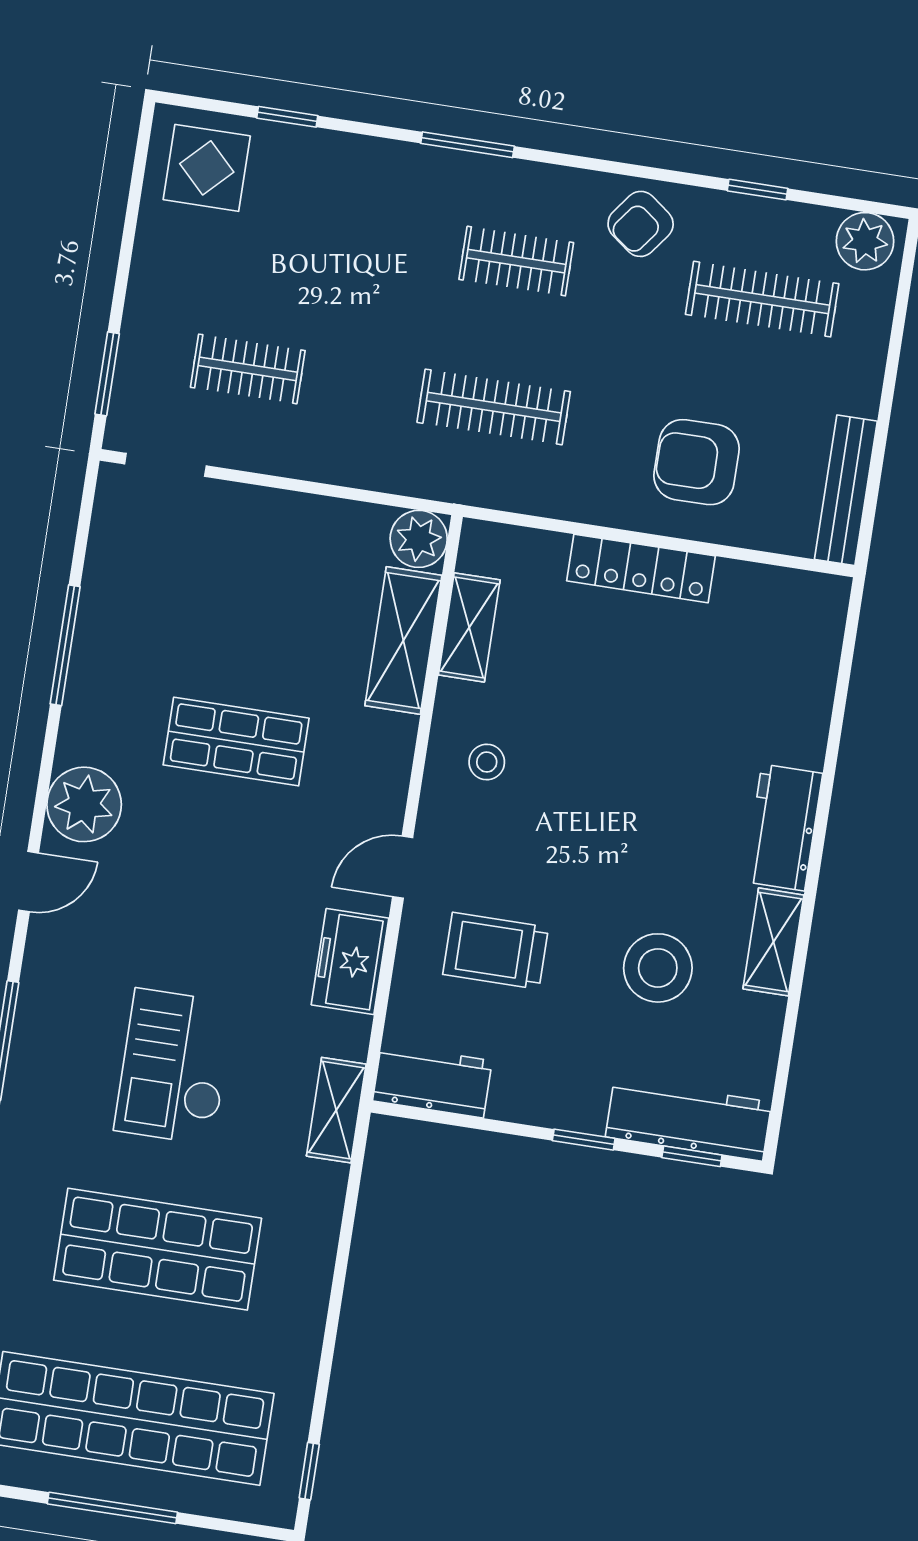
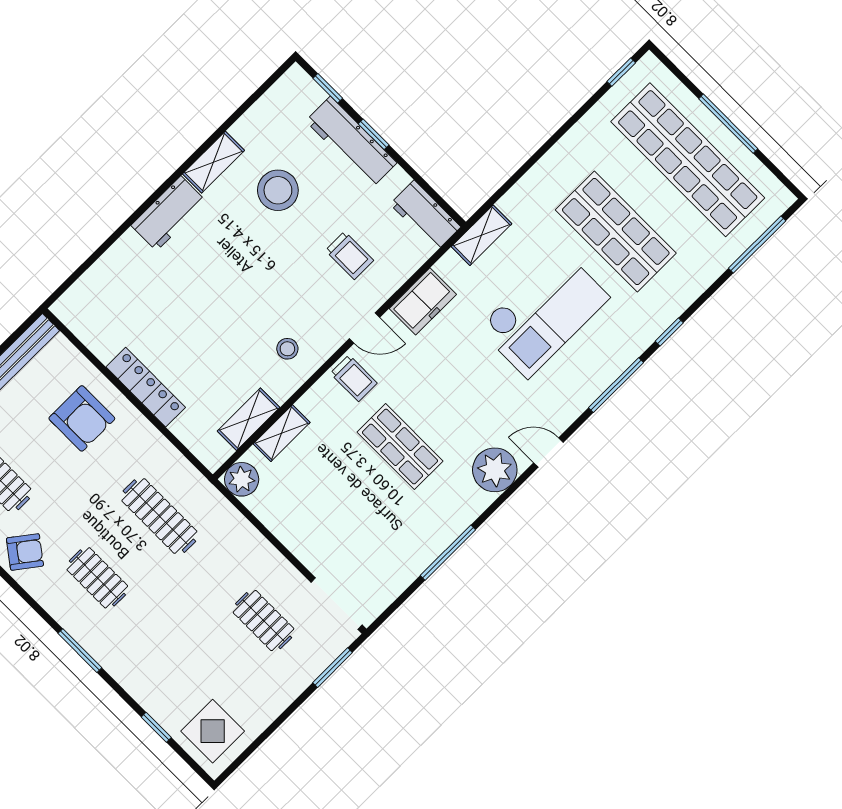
doorway: (165, 465) -> (337, 604), width x1.38
shelving: (403, 640) -> (282, 433), width x0.67, depth x0.75
trolley: (367, 788) -> (354, 378), added
trolley: (496, 951) -> (349, 255), width x0.73, depth x0.72
checkout: (174, 1067) -> (544, 313), width x1.36, depth x1.21
workbench: (689, 1120) -> (351, 142), moved

